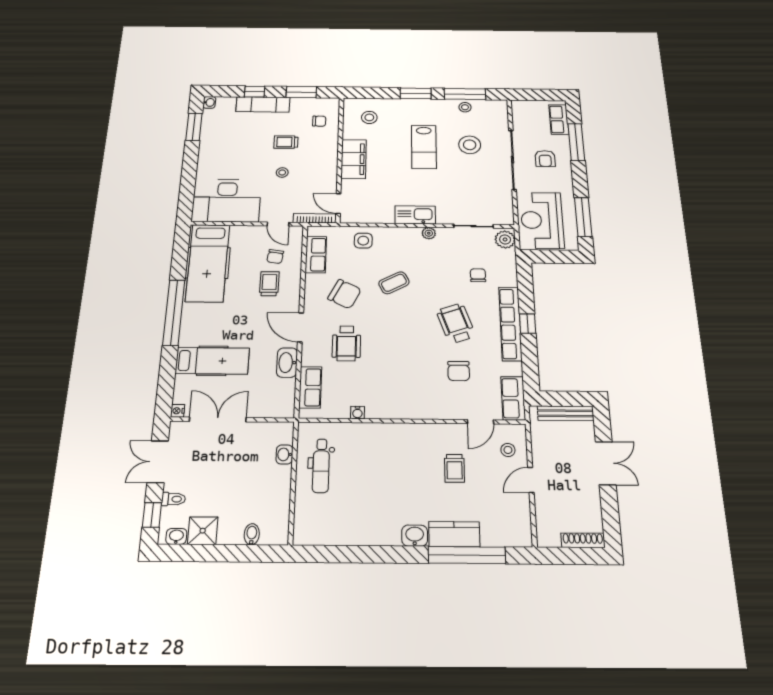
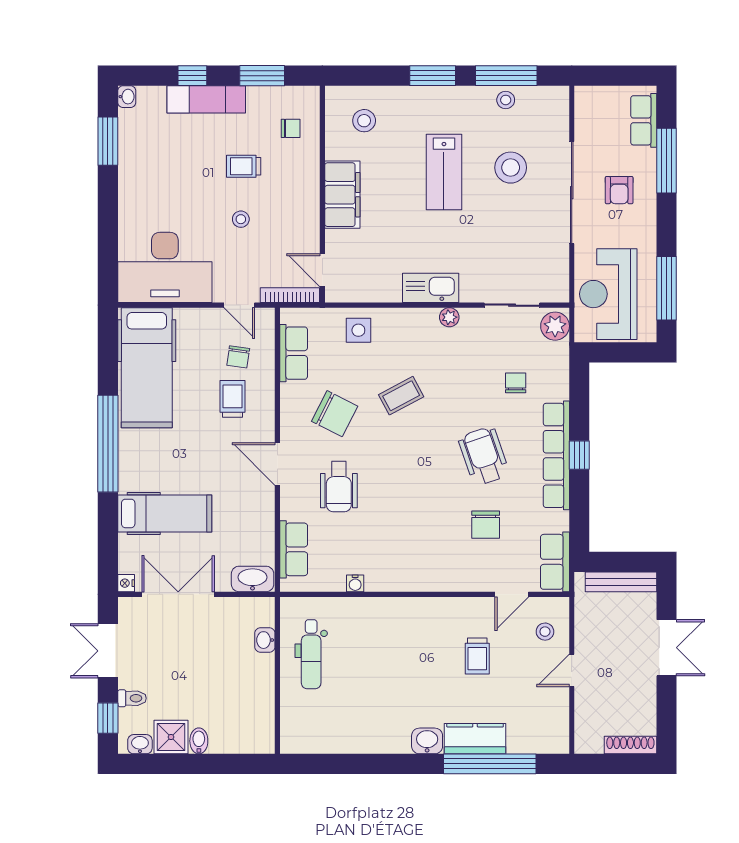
washbasin: (287, 363) -> (253, 579), moved, turned 90
bidet: (252, 534) -> (199, 741), moved

